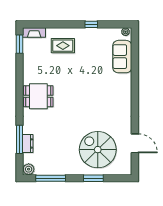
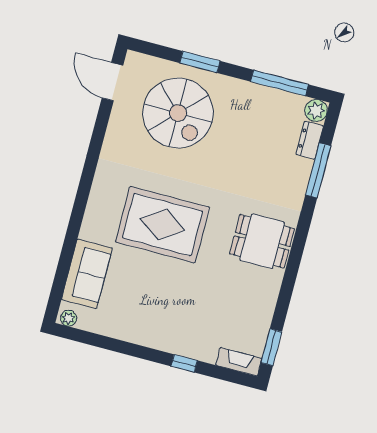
window: (91, 24) -> (184, 363), moved
rug: (63, 46) -> (162, 225), moved, width x1.86, depth x2.06
dresser: (28, 143) -> (310, 140), moved
door: (135, 143) -> (112, 82), moved

